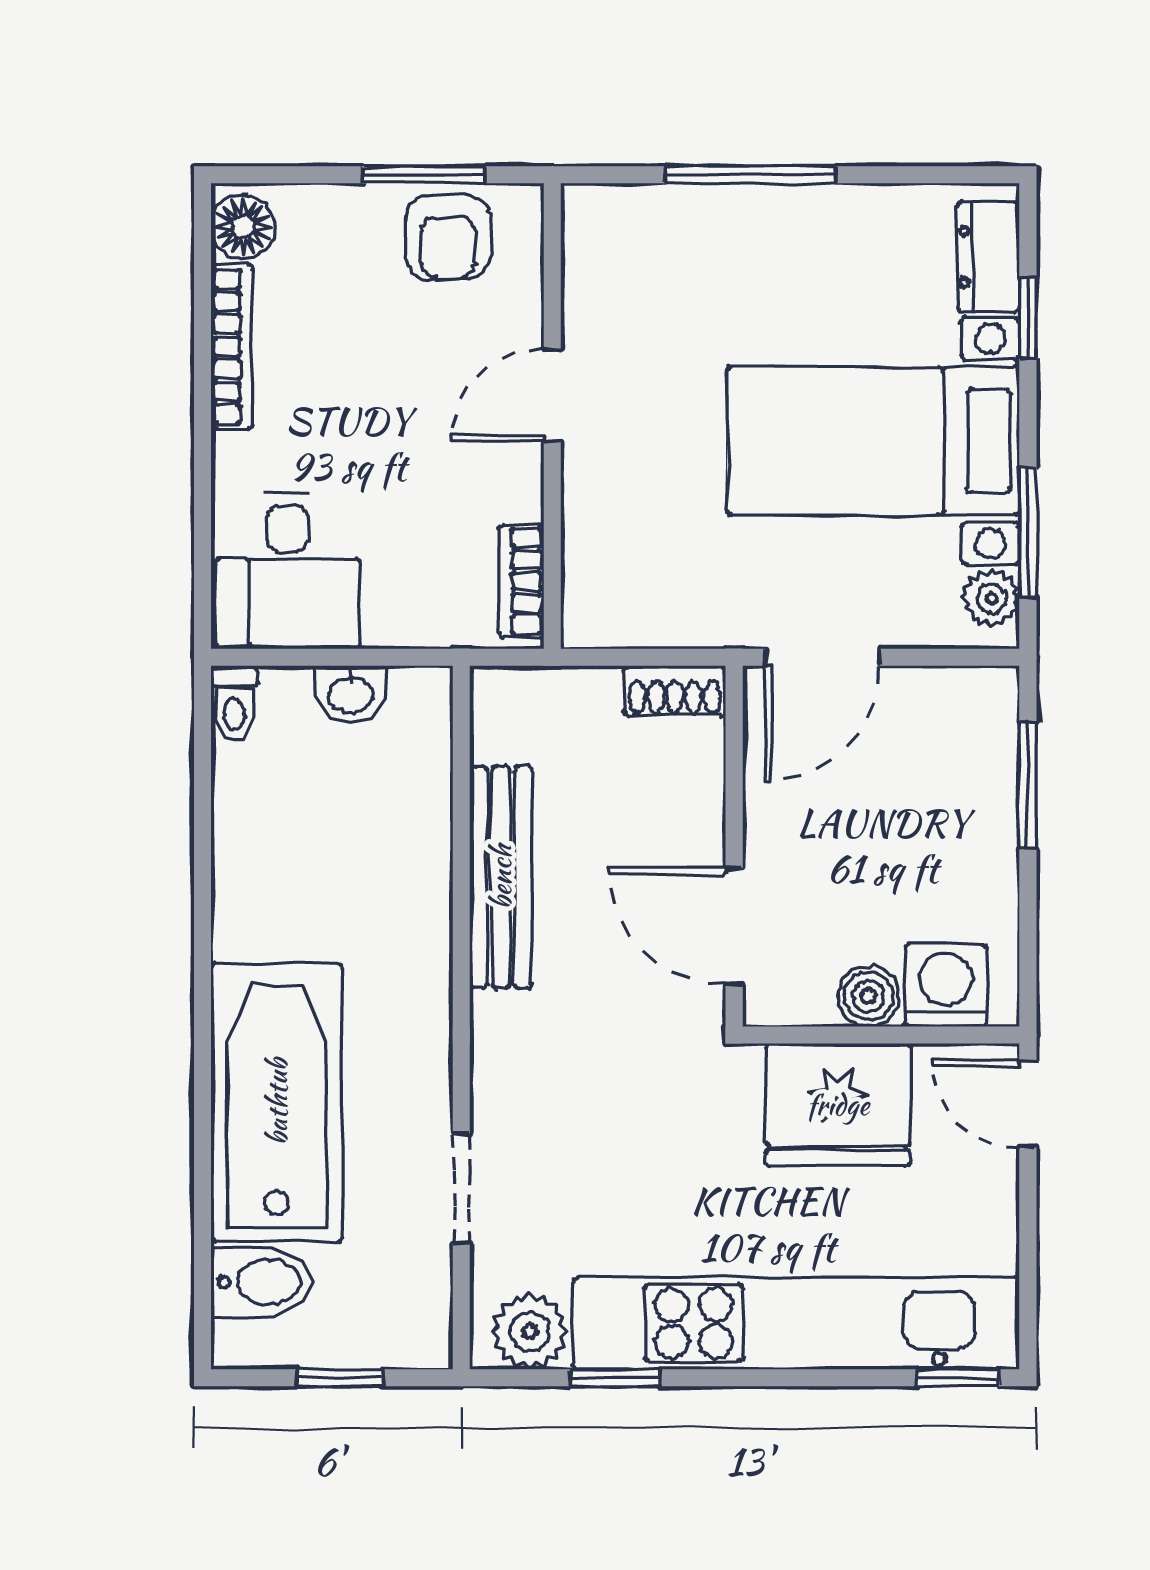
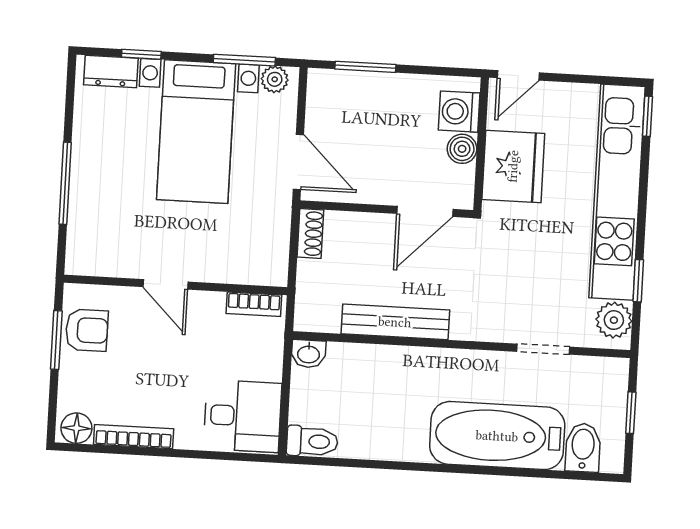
washbasin: (350, 694) -> (309, 354), moved, turned 90
toilet: (234, 704) -> (312, 441), width x1.37, depth x1.39

